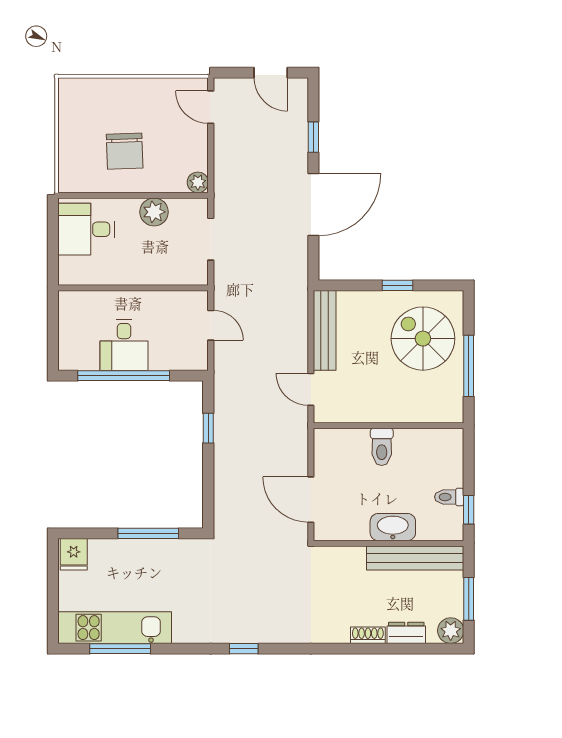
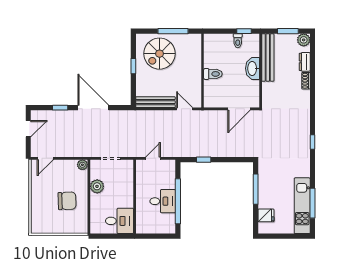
desk: (86, 229) -> (119, 221), moved, turned -90
door: (311, 389) -> (185, 109), swing flipped
fridge: (74, 554) -> (266, 215), moved

